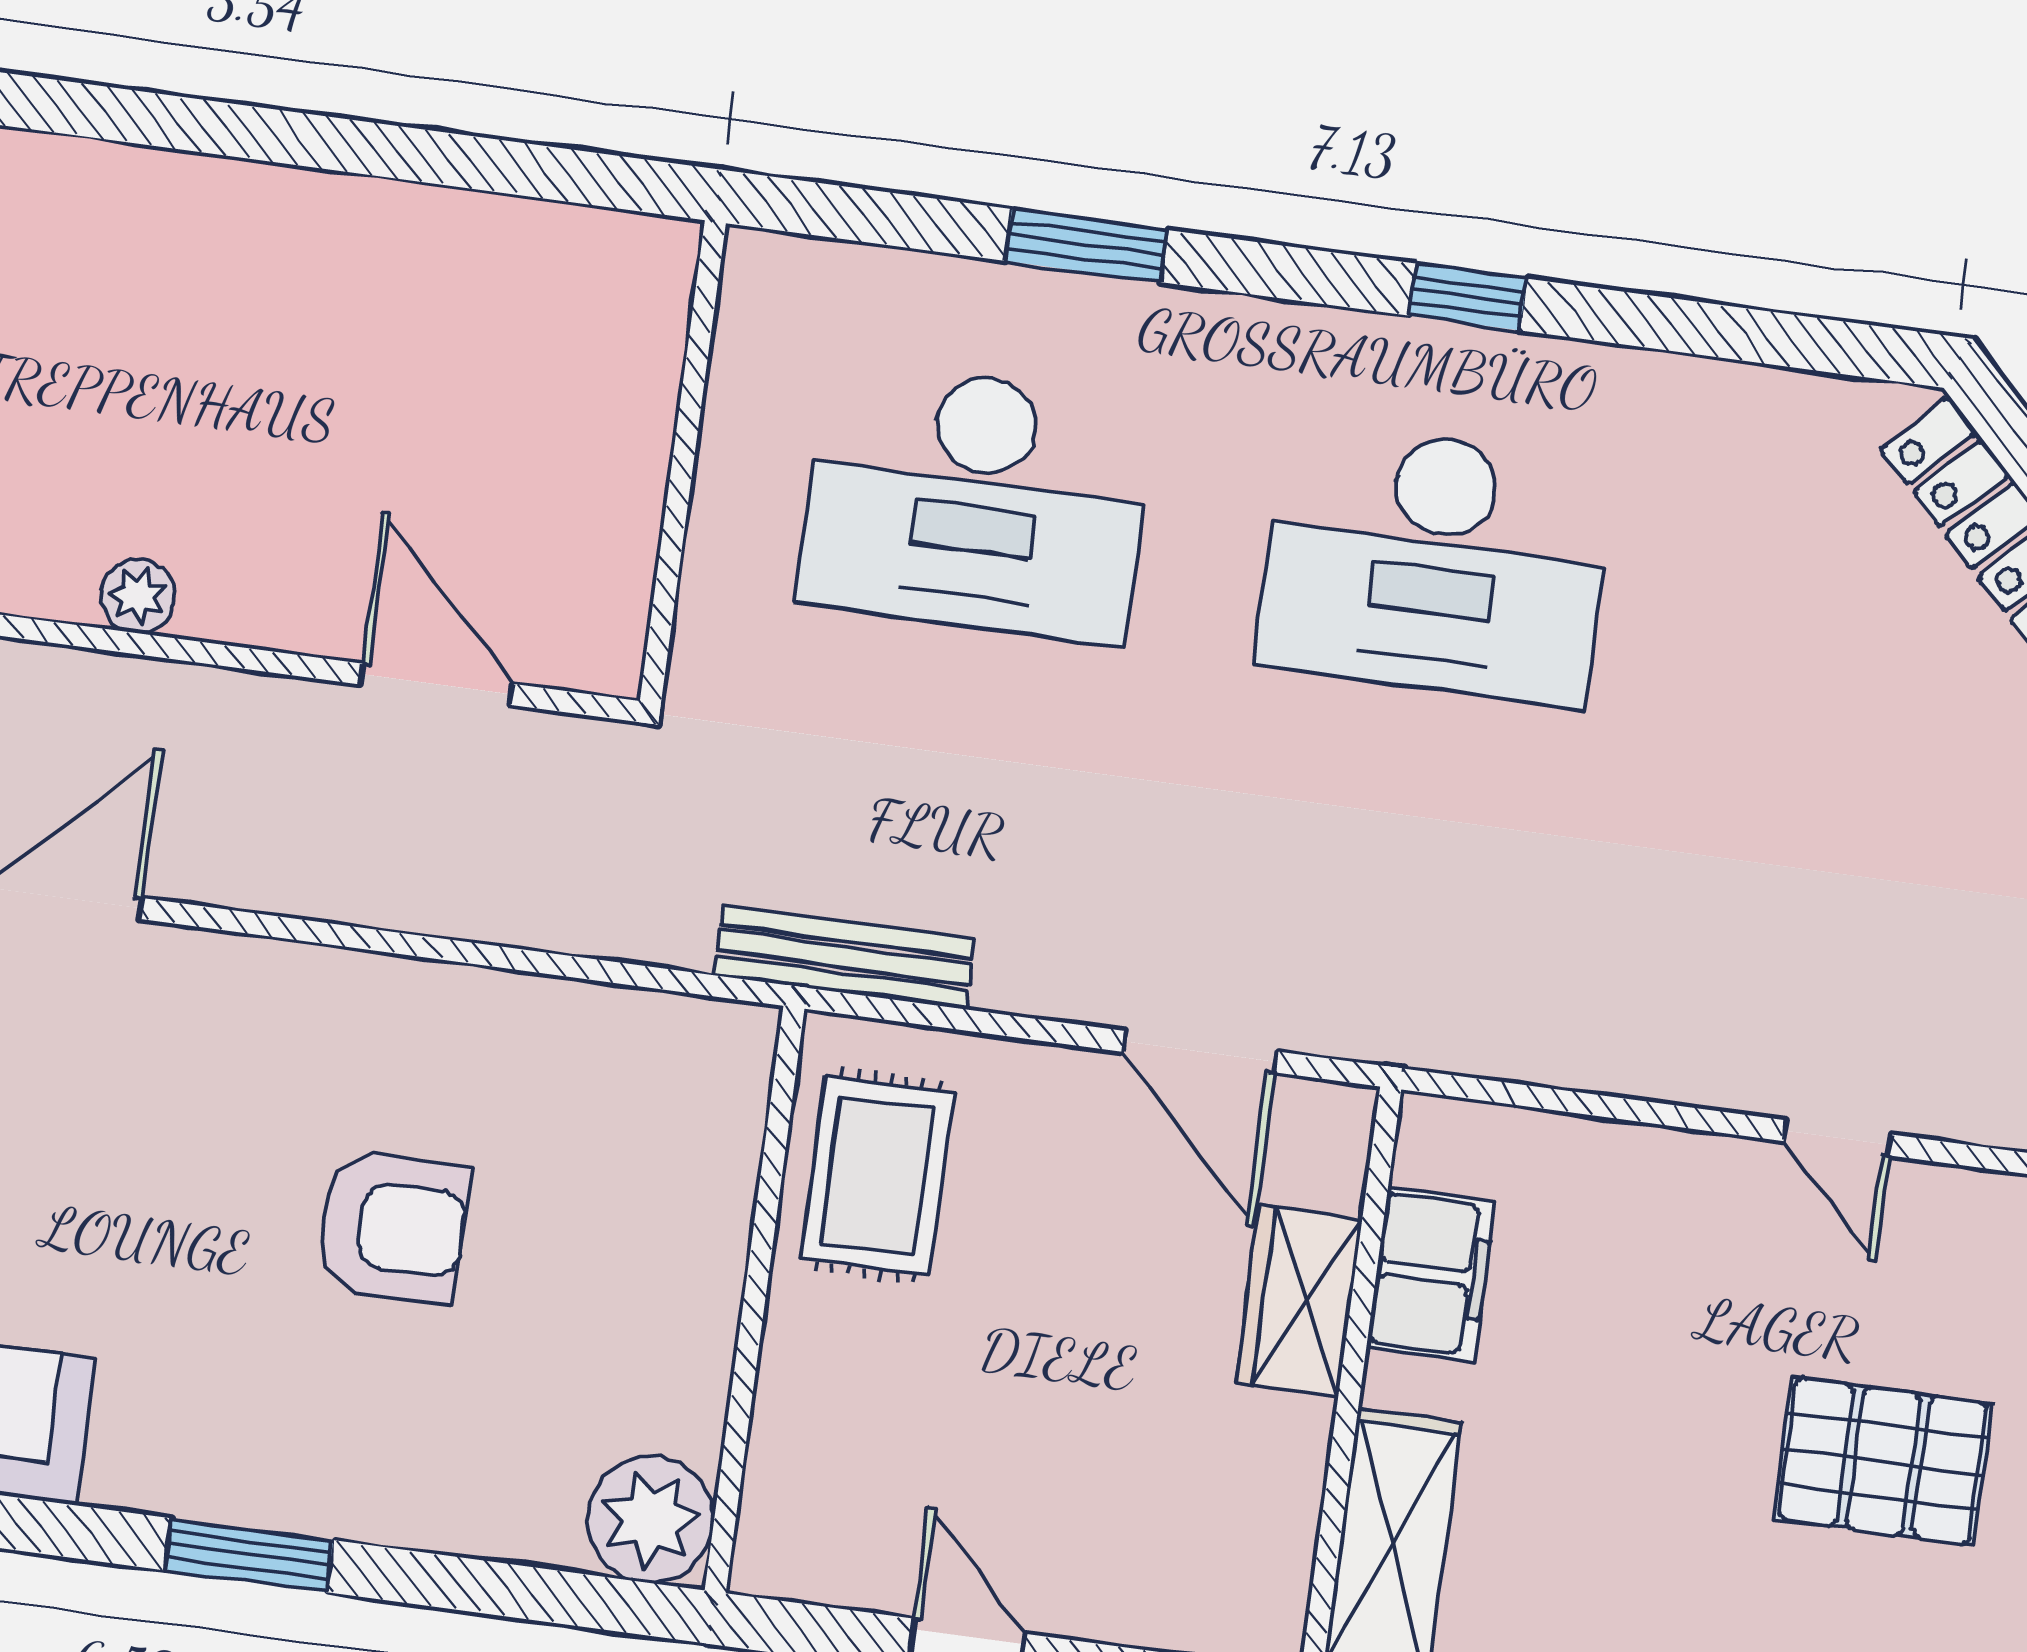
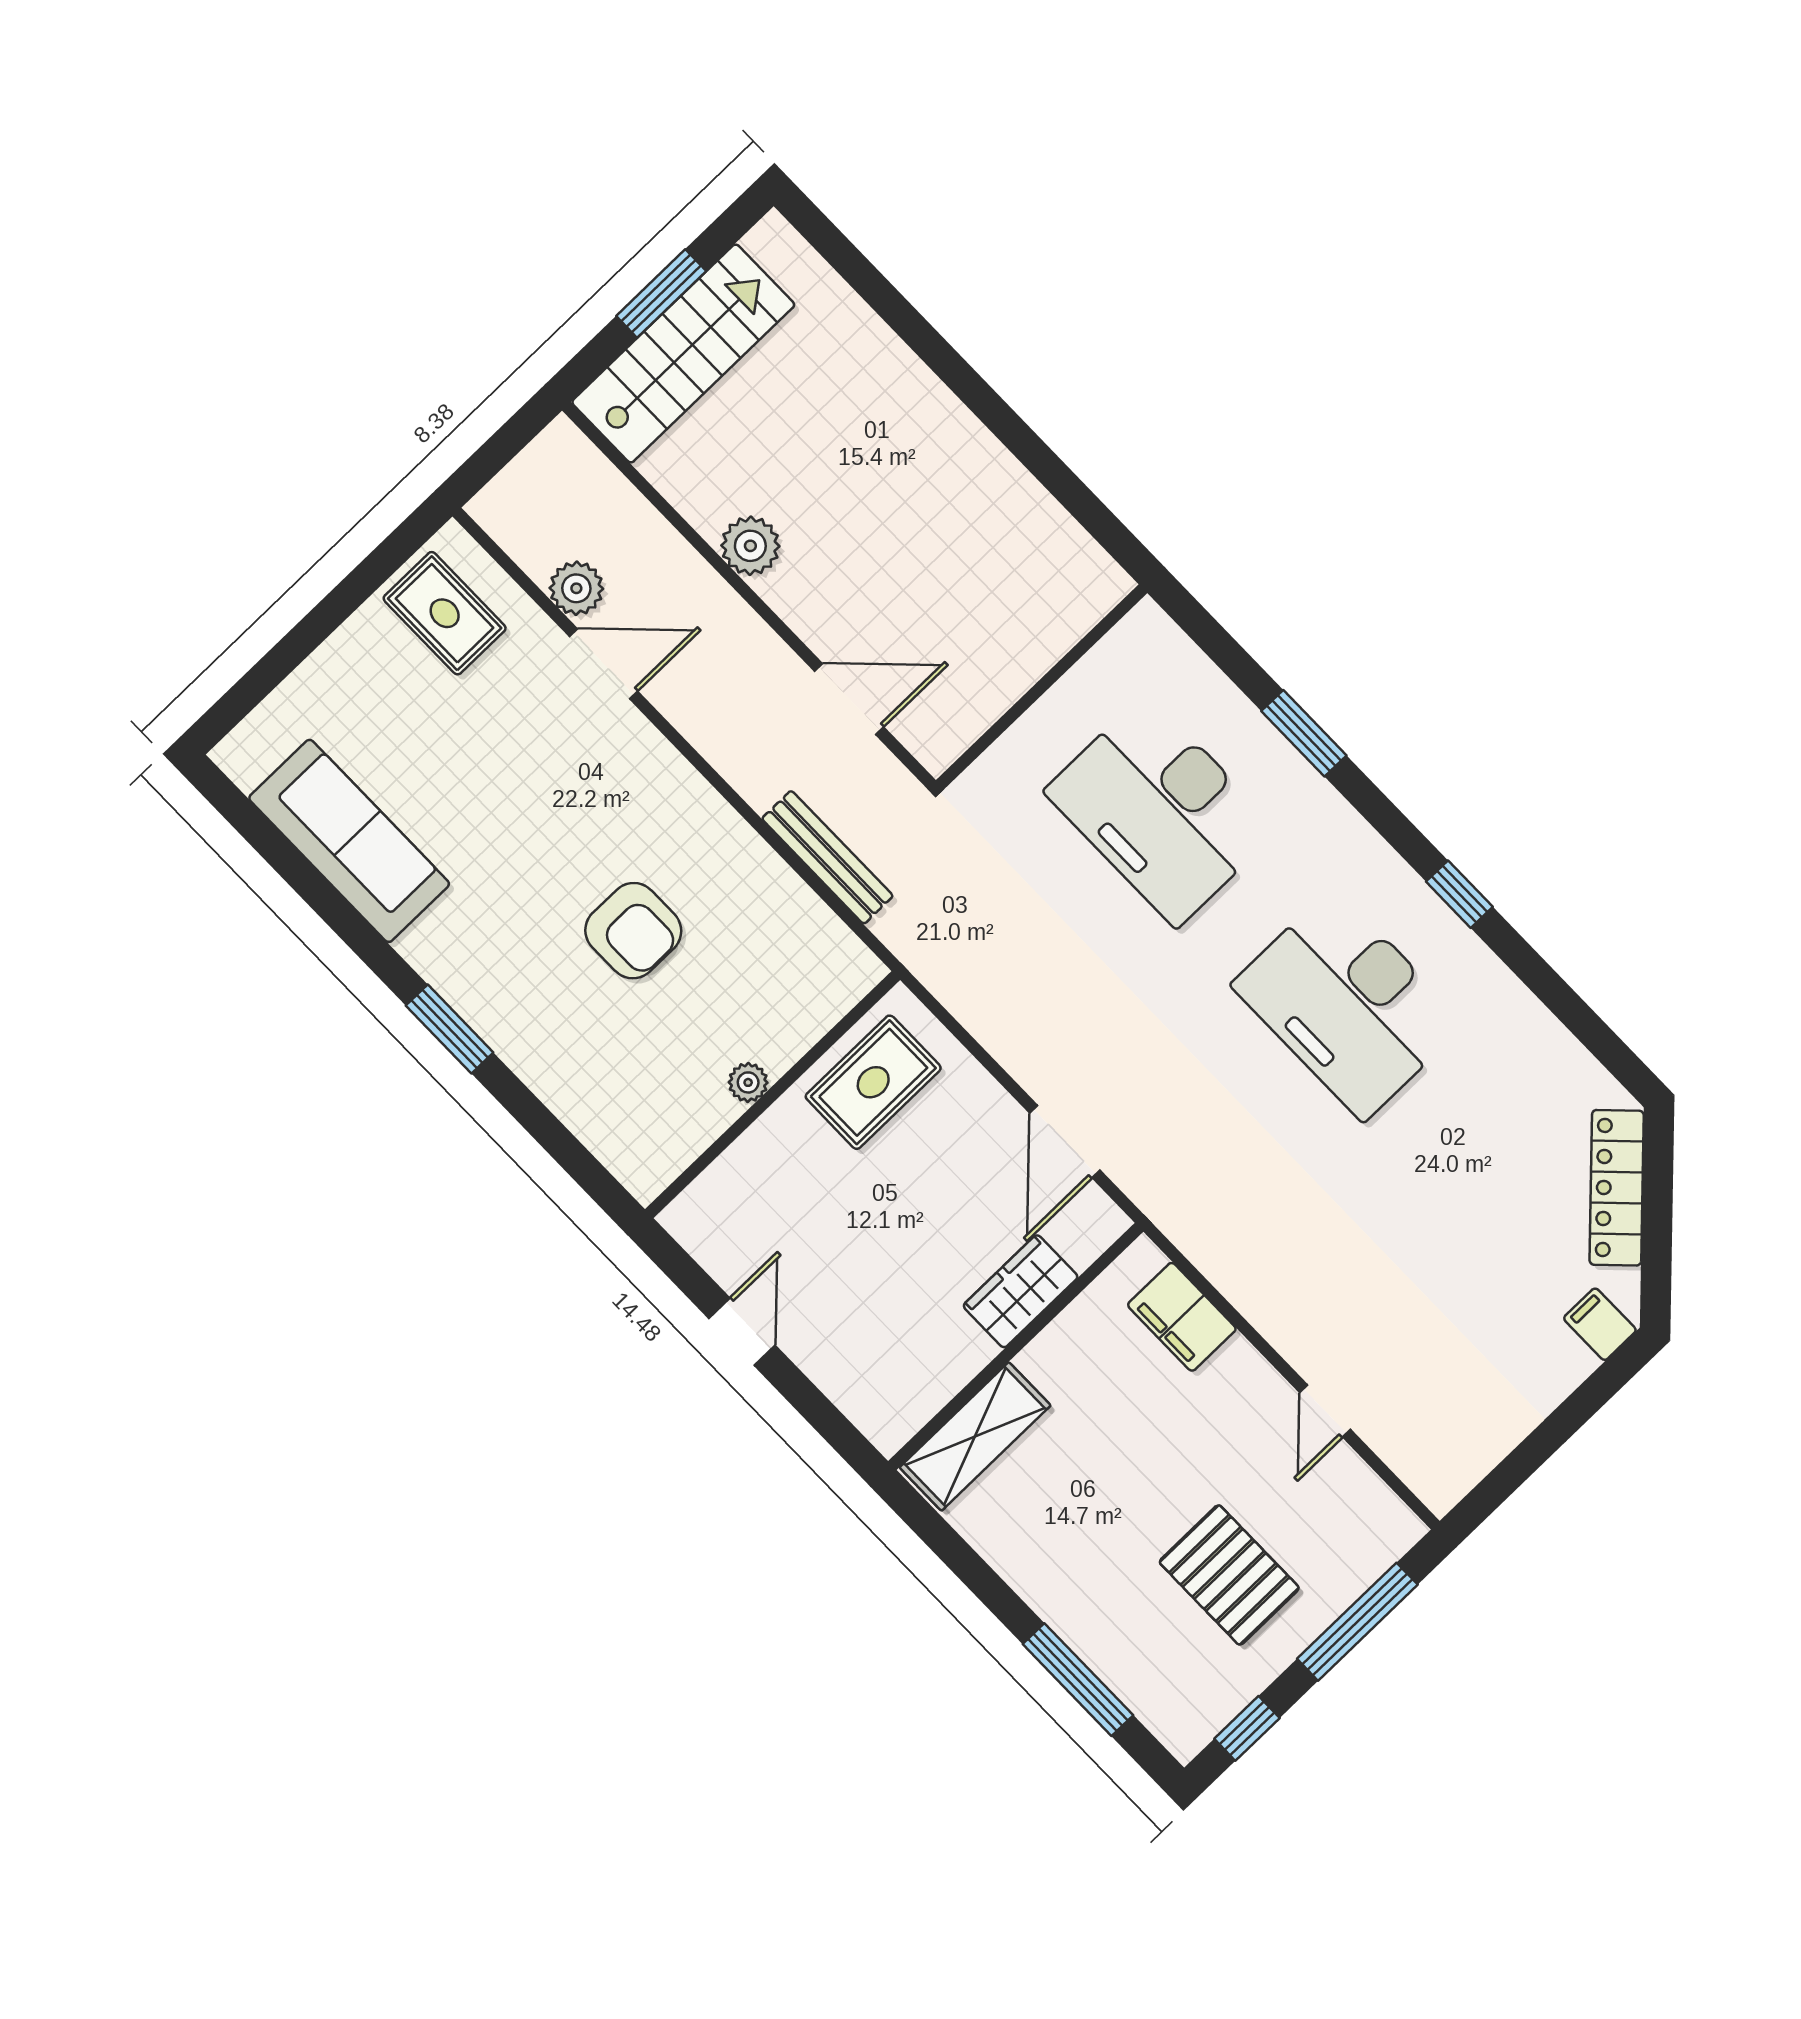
plant: (138, 596) -> (750, 546), width x1.38, depth x1.38
door: (436, 684) -> (849, 699), hinge flipped
bench: (844, 957) -> (827, 857), moved
filing cabinet: (1431, 1274) -> (1182, 1317), moved, turned 90
plant: (651, 1519) -> (748, 1082), moved, width x0.53, depth x0.53

